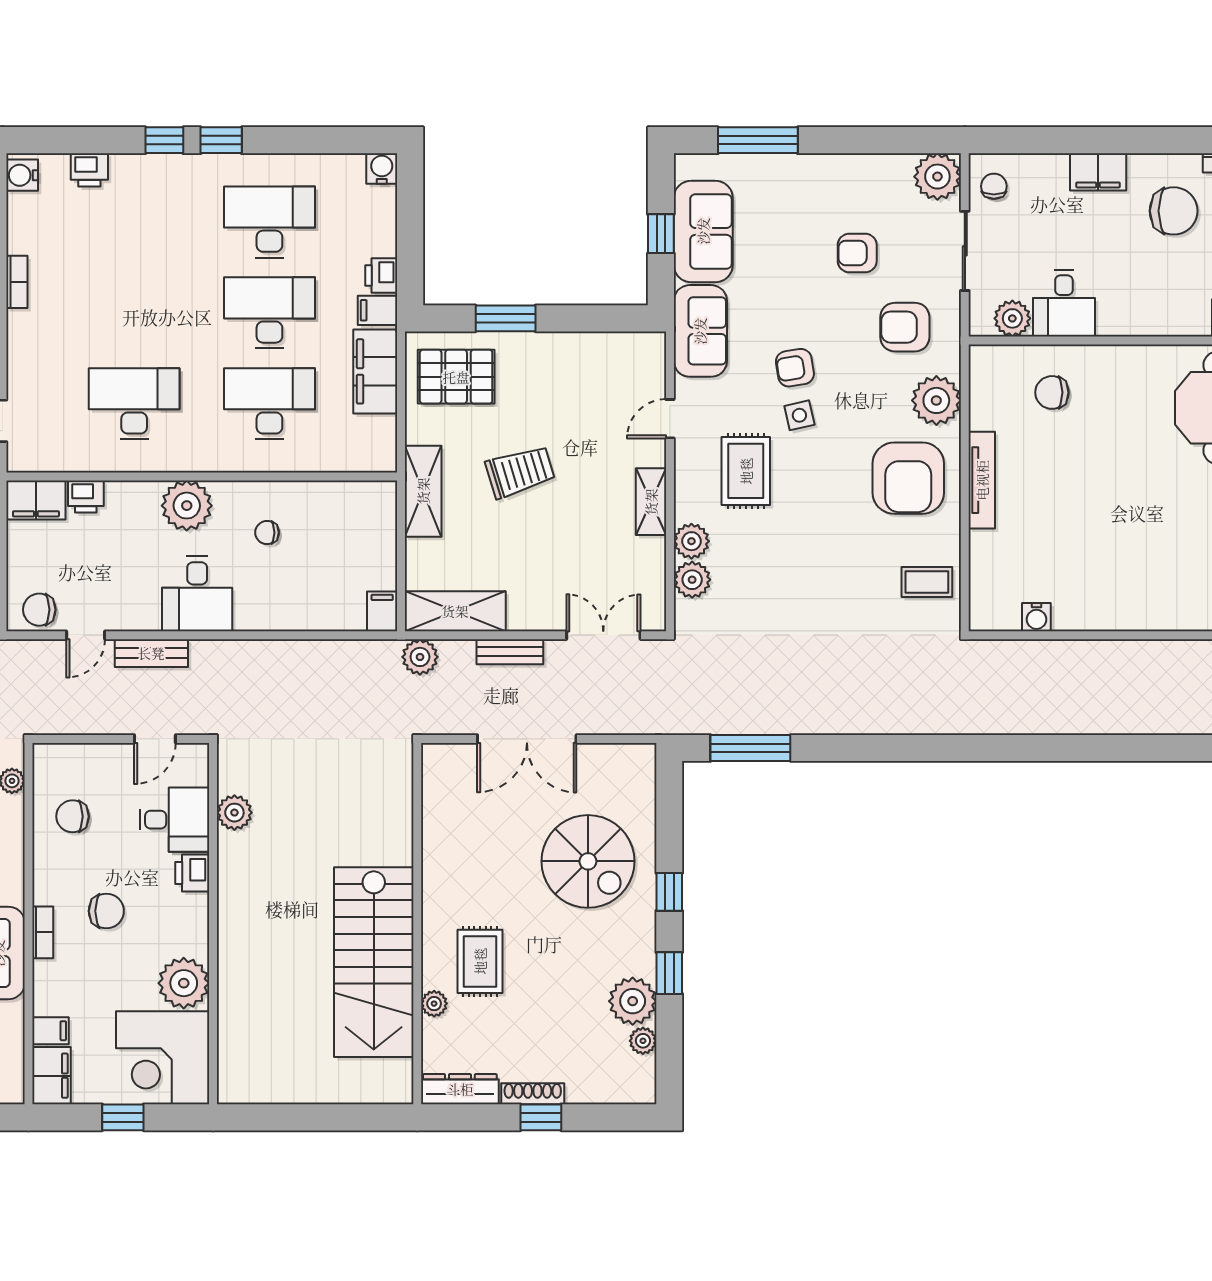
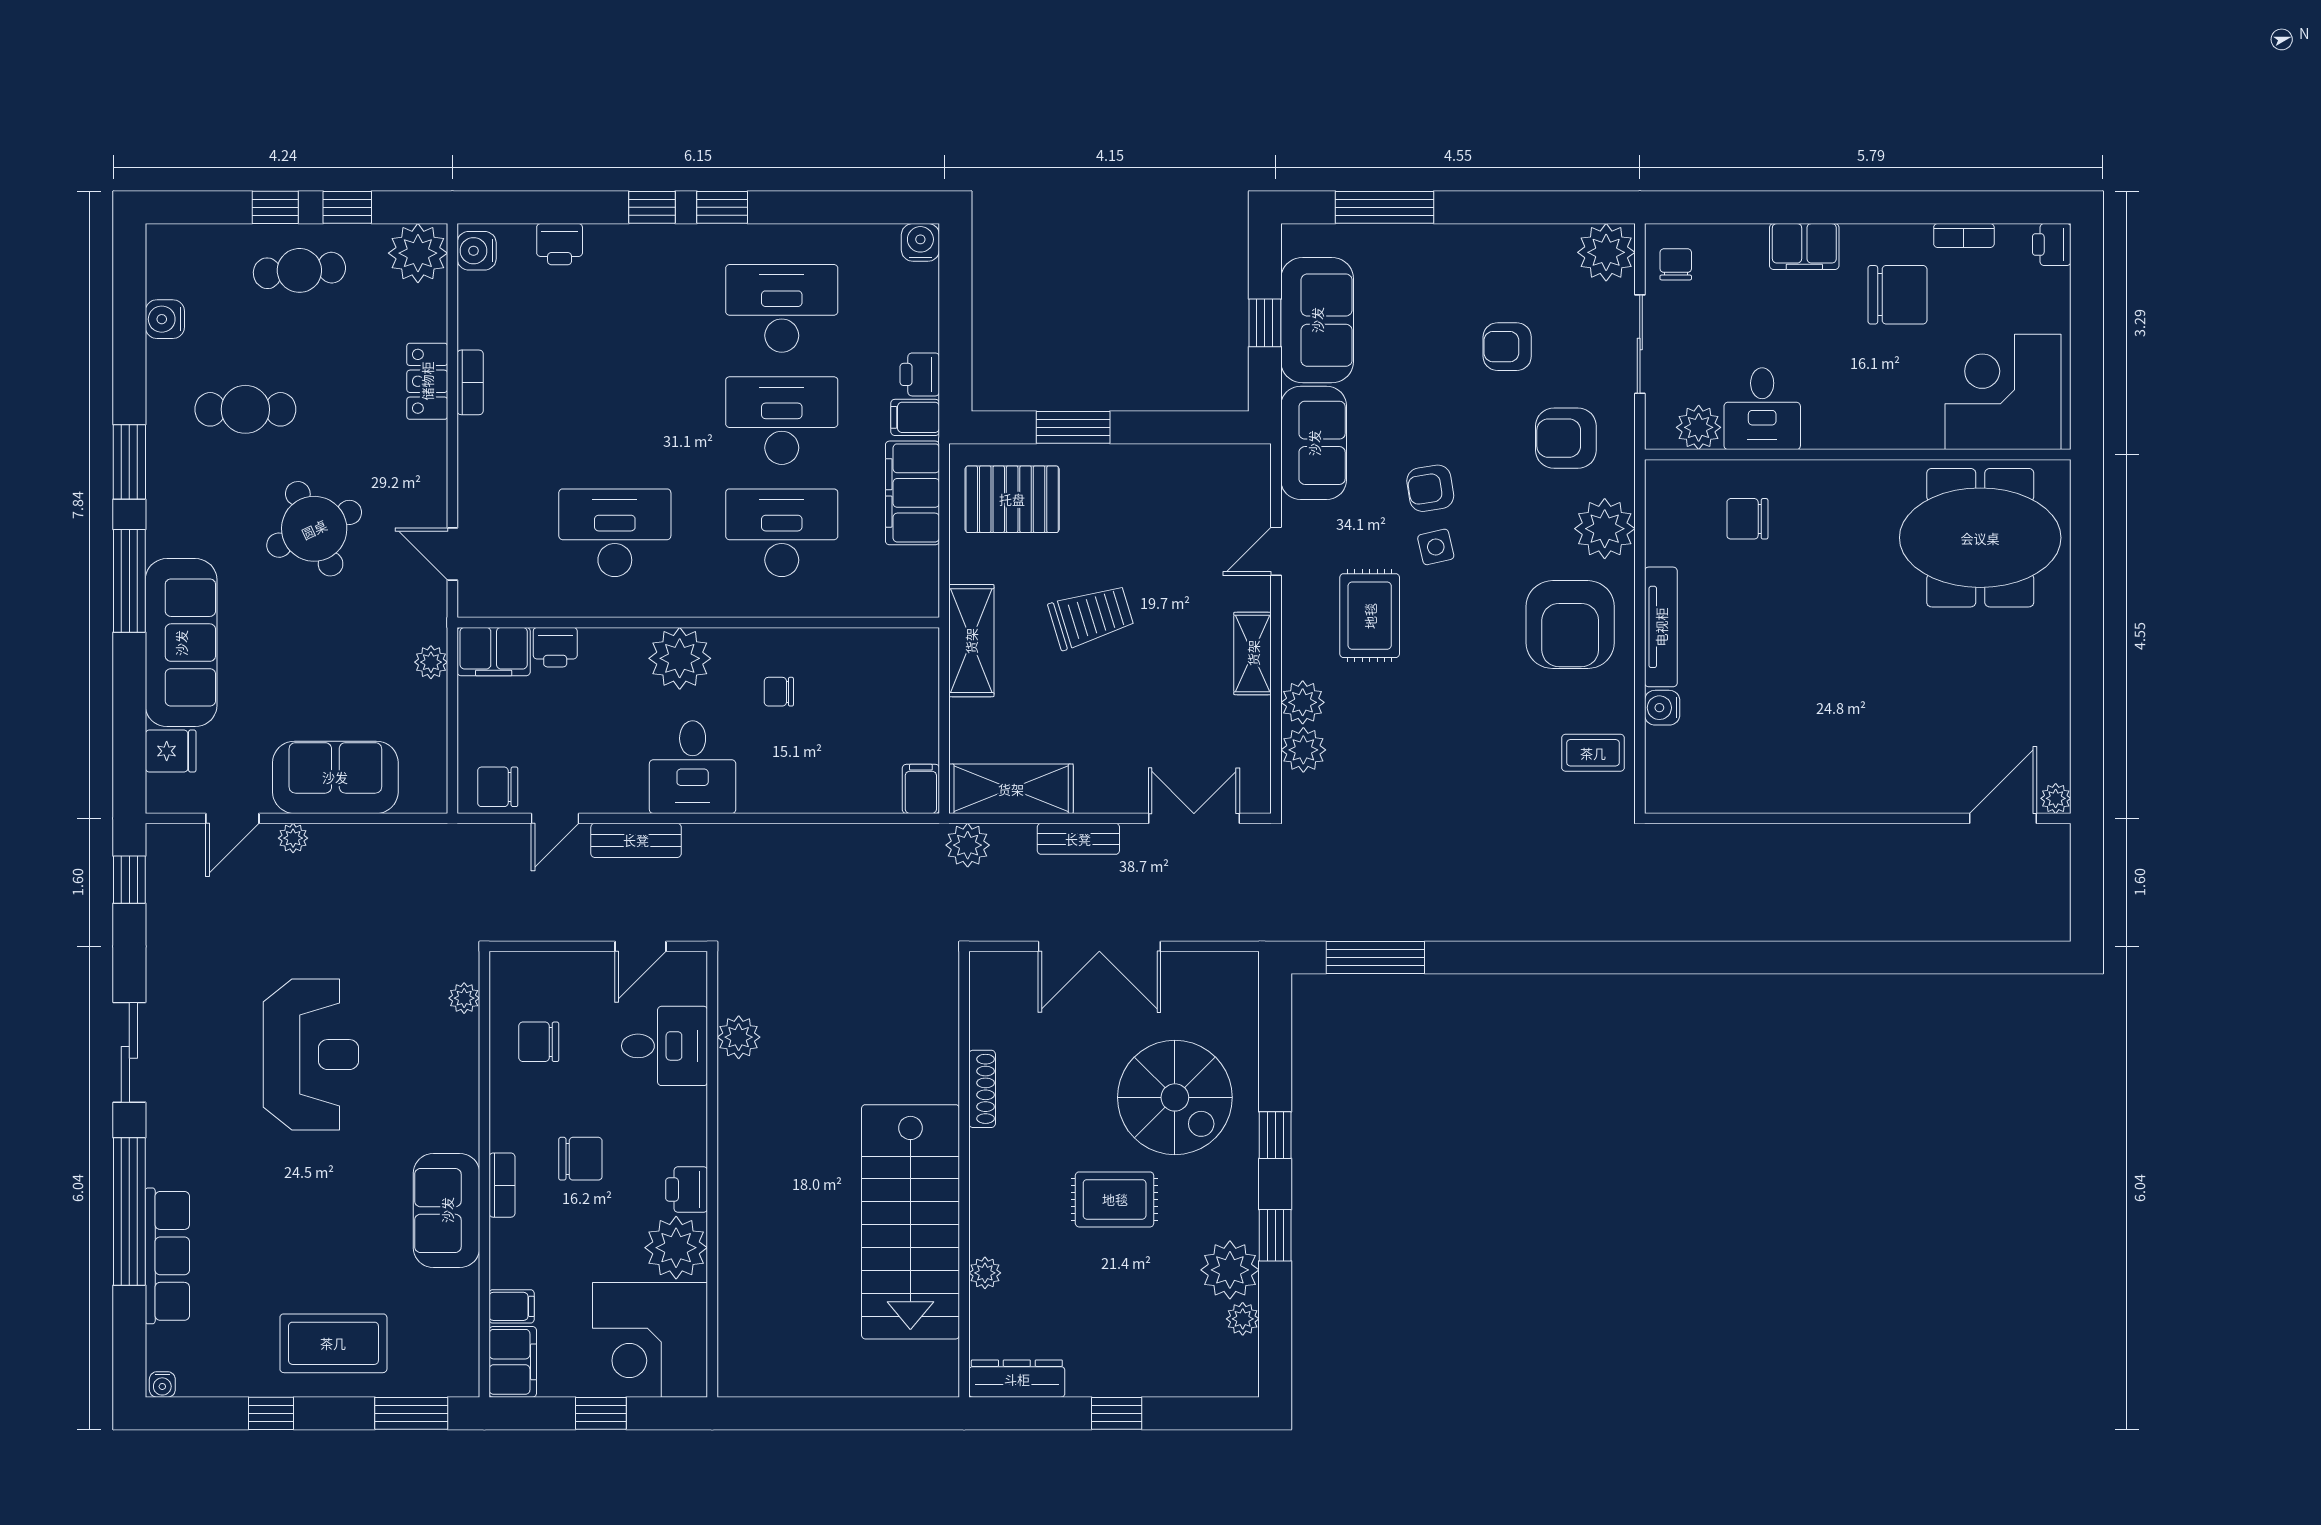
water cooler: (1036, 617) -> (1662, 708), moved, turned 90
printer: (192, 873) -> (687, 1190), moved
rug: (480, 961) -> (1115, 1199), moved, turned 90
shoe rack: (533, 1094) -> (982, 1089), moved, turned 90

